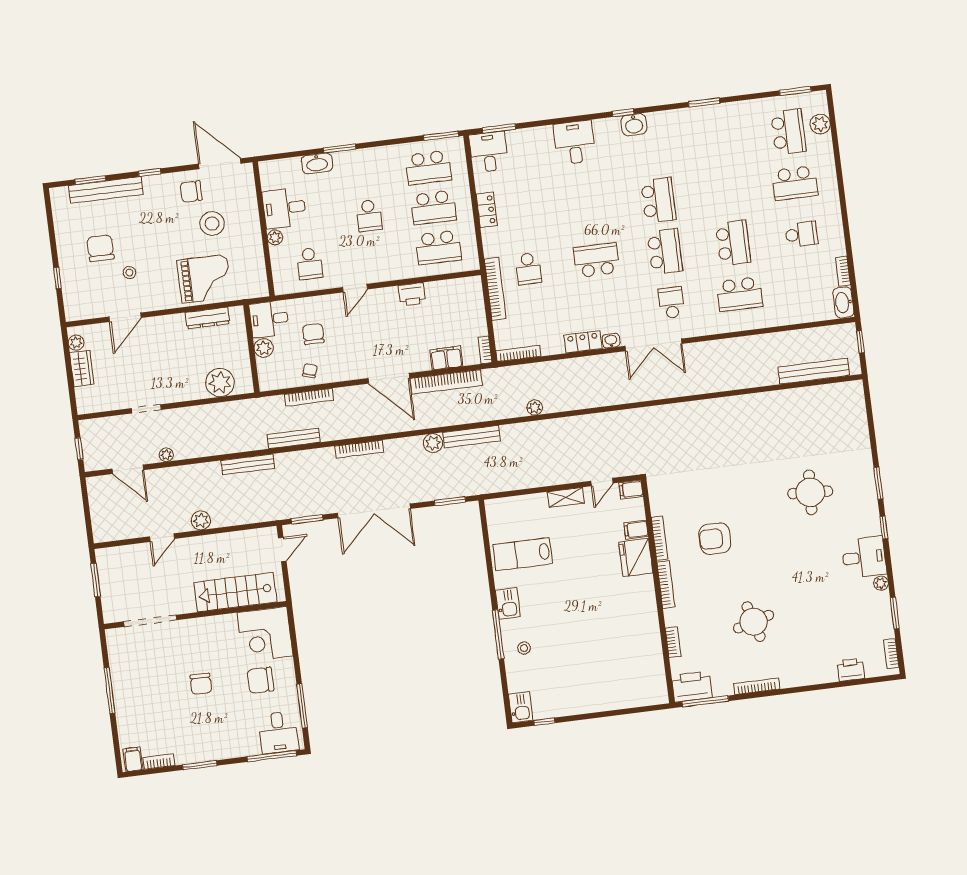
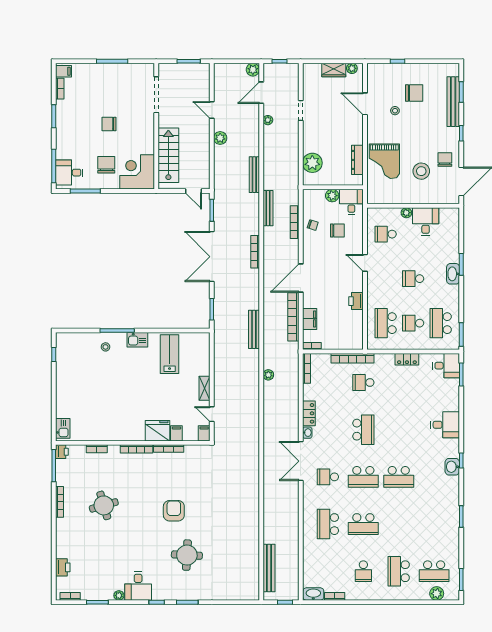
washbasin: (317, 163) -> (453, 274), moved
school desk: (433, 207) -> (413, 323), width x0.54
school desk: (671, 303) -> (328, 477), turned 180
plant: (433, 443) -> (253, 70), moved
armchair: (715, 539) -> (174, 511), moved
printer: (692, 687) -> (62, 452), width x0.53, depth x0.68
kitchen sink: (521, 707) -> (63, 428), moved, turned -90

